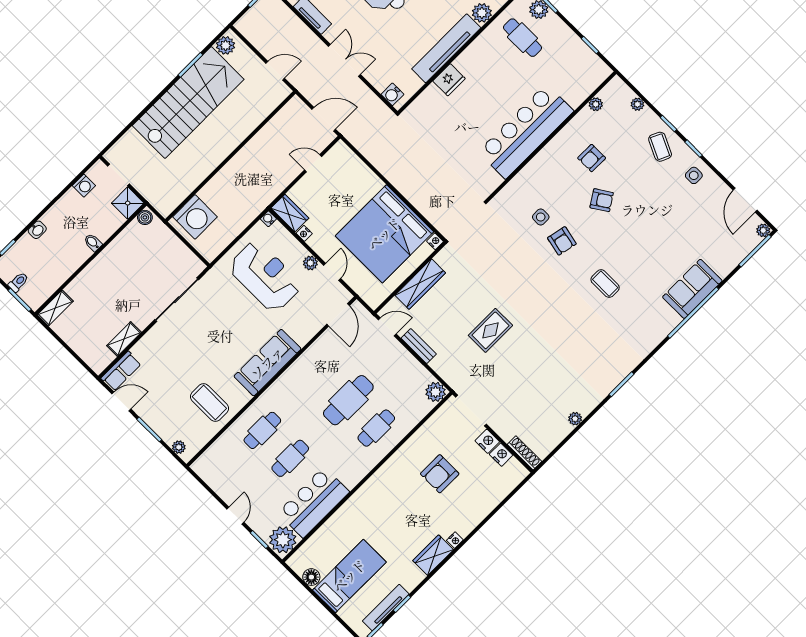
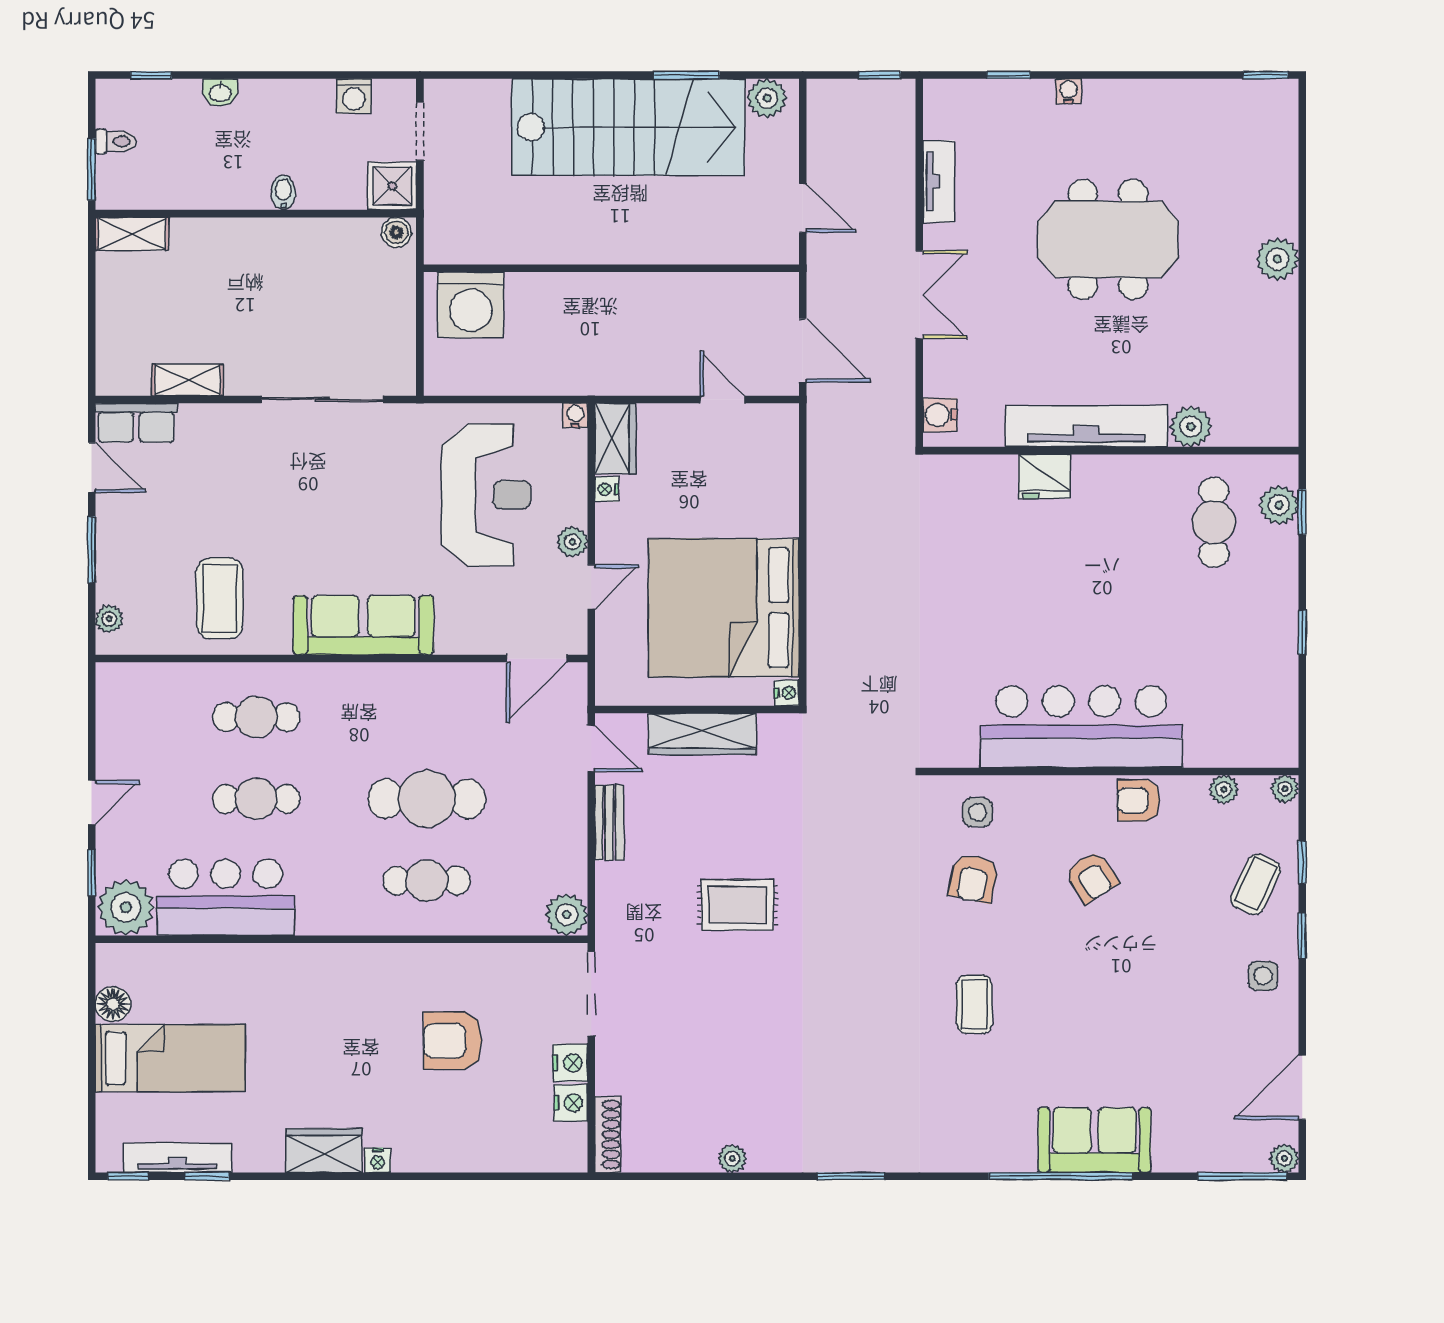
plant: (596, 104) -> (1224, 790), moved
bar counter: (526, 131) -> (1081, 727), moved
wall: (551, 137) -> (1111, 771), moved

